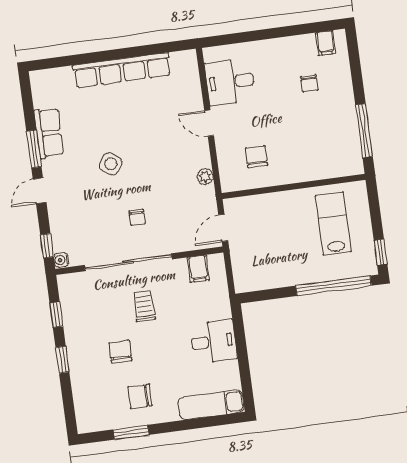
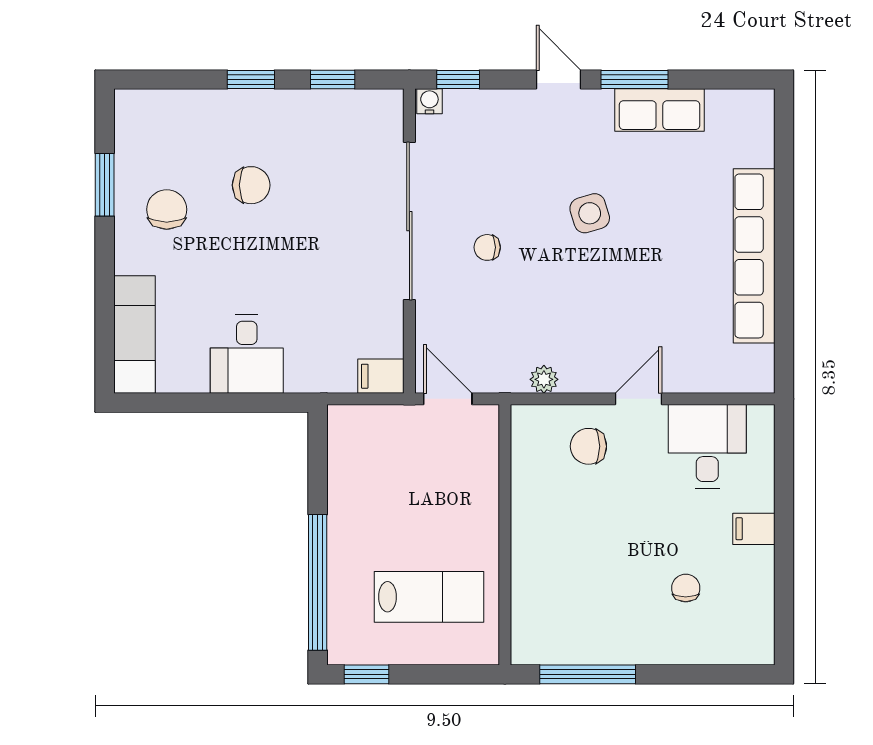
filing cabinet: (326, 43) -> (754, 529), moved
chair: (309, 83) -> (686, 588), turned 90
chair: (256, 157) -> (588, 446), moved, turned 180
side table: (111, 164) -> (590, 213), turned 38
filing cabinet: (198, 269) -> (381, 376), moved
trolley: (144, 306) -> (327, 239), removed

